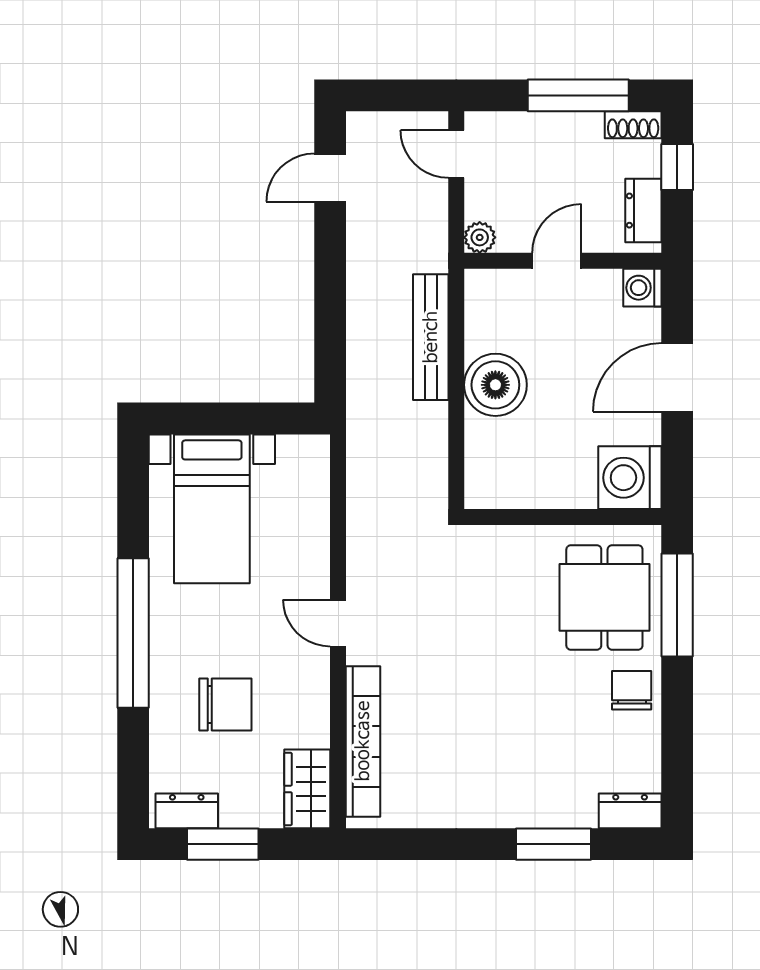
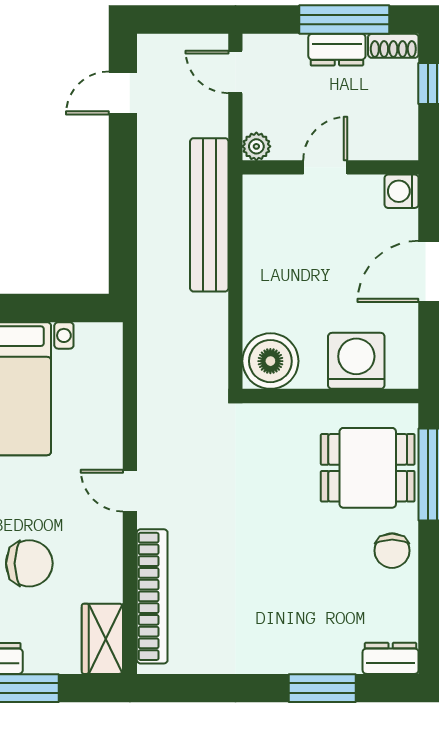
dresser: (643, 211) -> (337, 50), moved, turned -90
bench: (431, 337) -> (209, 215), width x1.37, depth x1.21
boiler: (495, 385) -> (270, 361), moved
washing machine: (630, 478) -> (356, 361), moved, turned 90
dining table: (604, 597) -> (368, 468), turned 90
chair: (632, 690) -> (392, 551), turned 180

